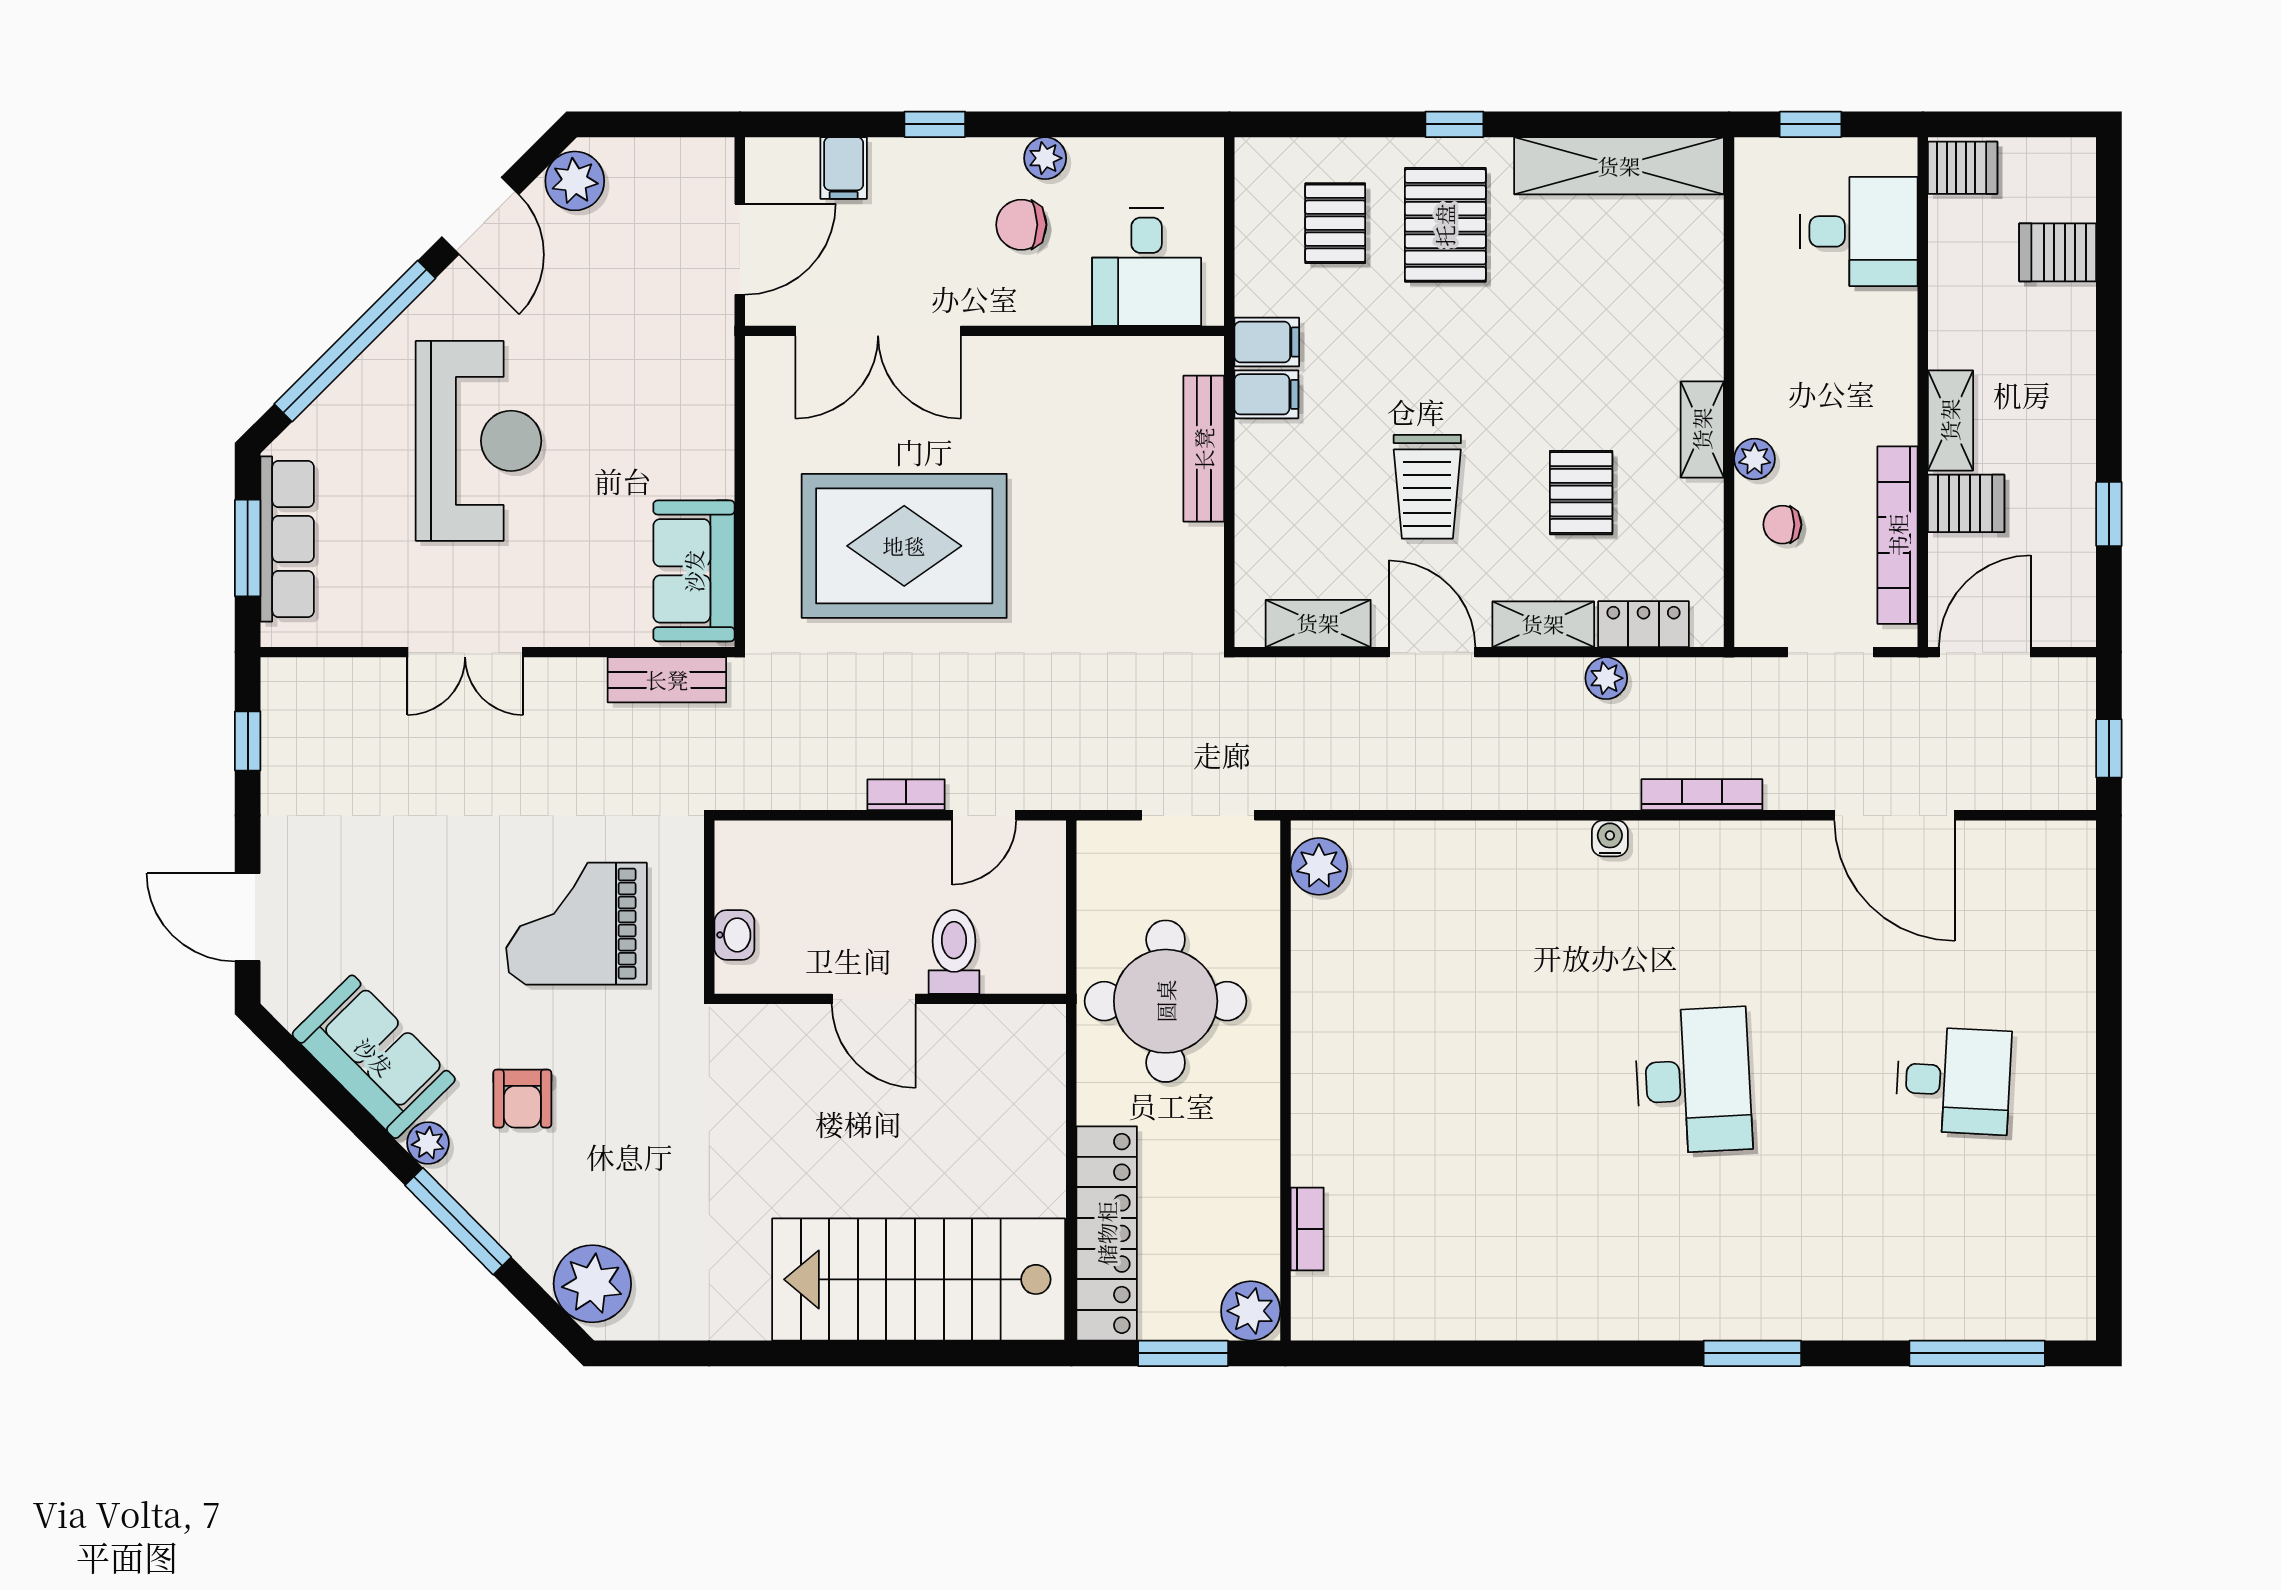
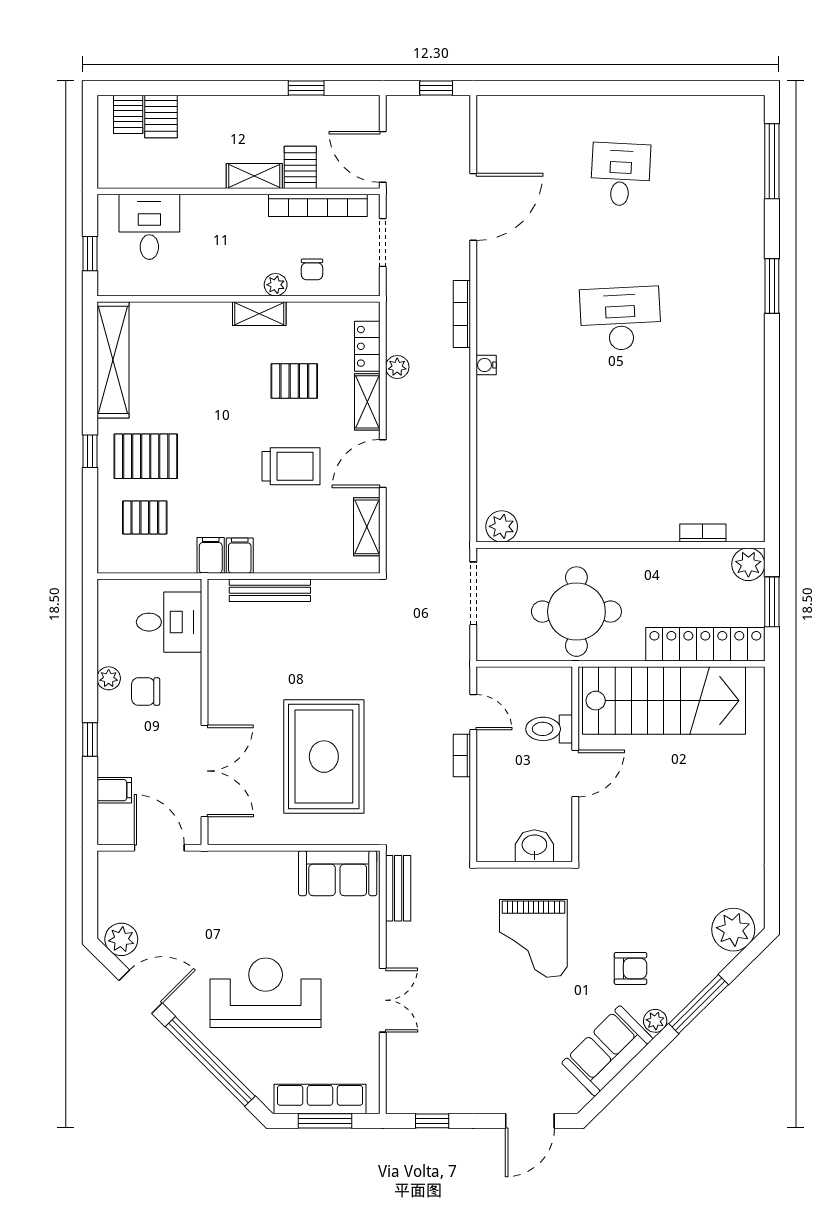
server rack: (1963, 168) -> (128, 114), moved, turned 180
chair: (1021, 225) -> (146, 692), turned 90
washbasin: (734, 935) -> (534, 846), width x1.38, depth x1.45
stairs: (919, 1279) -> (664, 701), moved, turned -90

